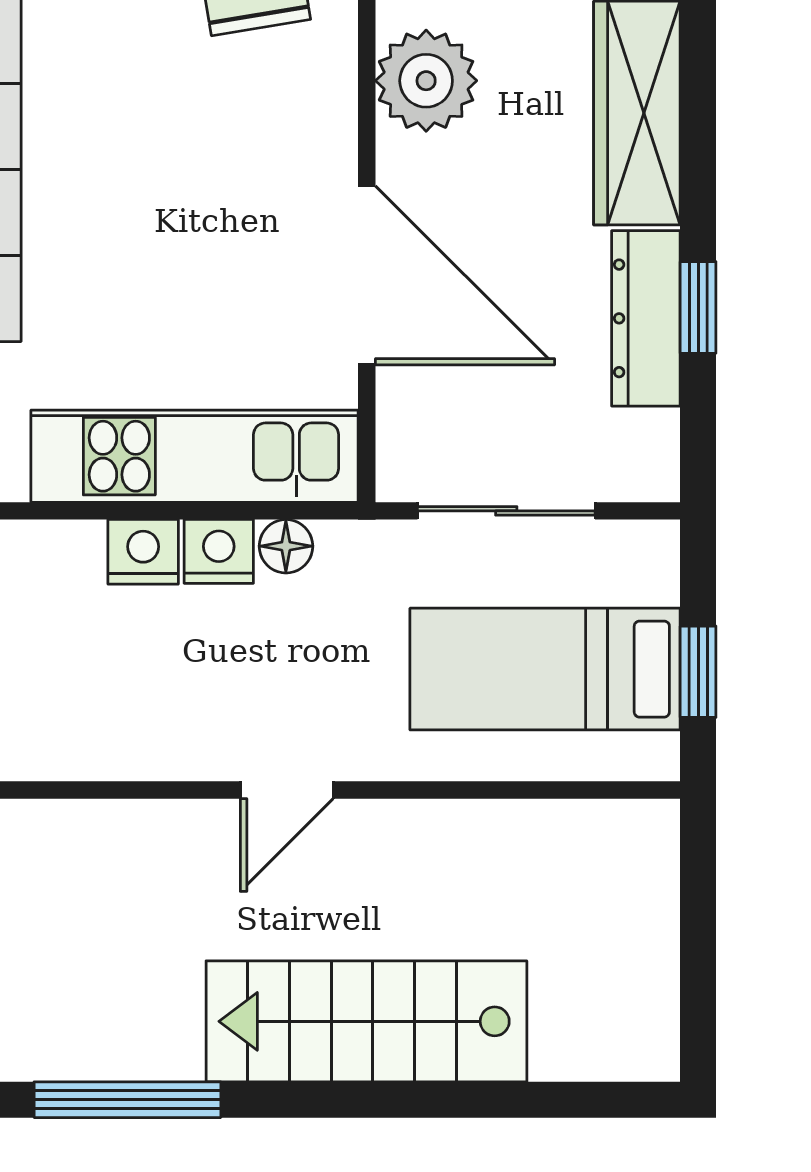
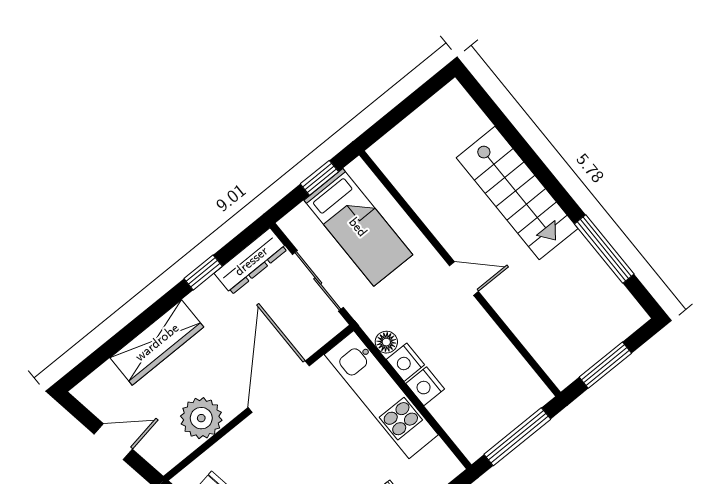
dresser: (646, 318) -> (251, 261), moved

